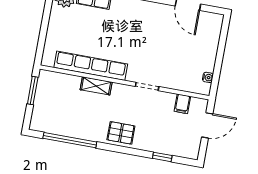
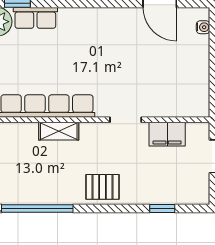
water cooler: (208, 77) -> (203, 27), moved
filing cabinet: (182, 104) -> (167, 134), width x2.00

